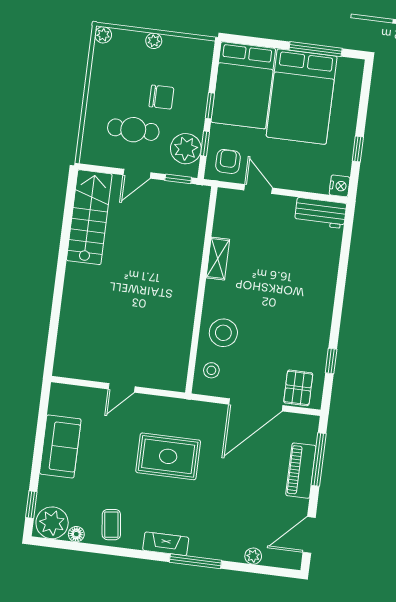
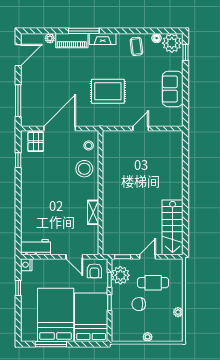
plant: (103, 35) -> (178, 312), moved
piano: (301, 471) -> (72, 41), moved, turned 90

